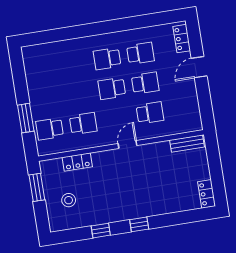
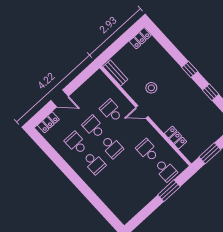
stool: (69, 200) -> (151, 88), moved

